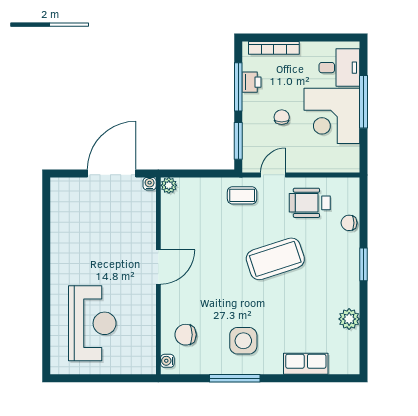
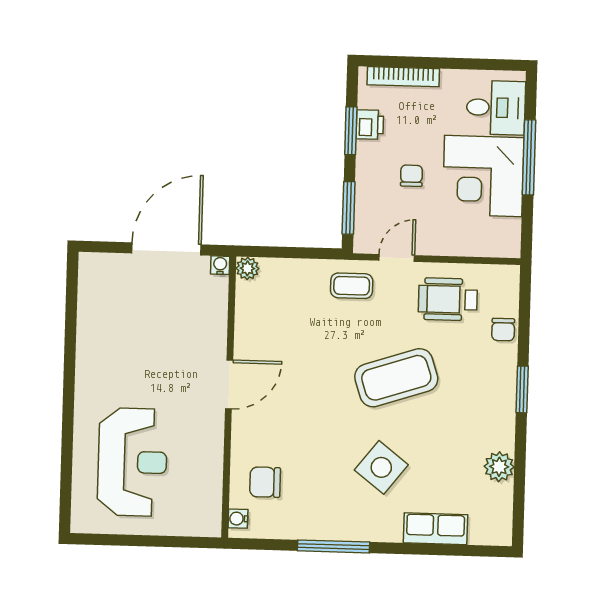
window: (238, 87) -> (351, 131), width x0.69
chair: (349, 223) -> (503, 330), turned -90
side table: (243, 341) -> (381, 467), moved, turned 38

